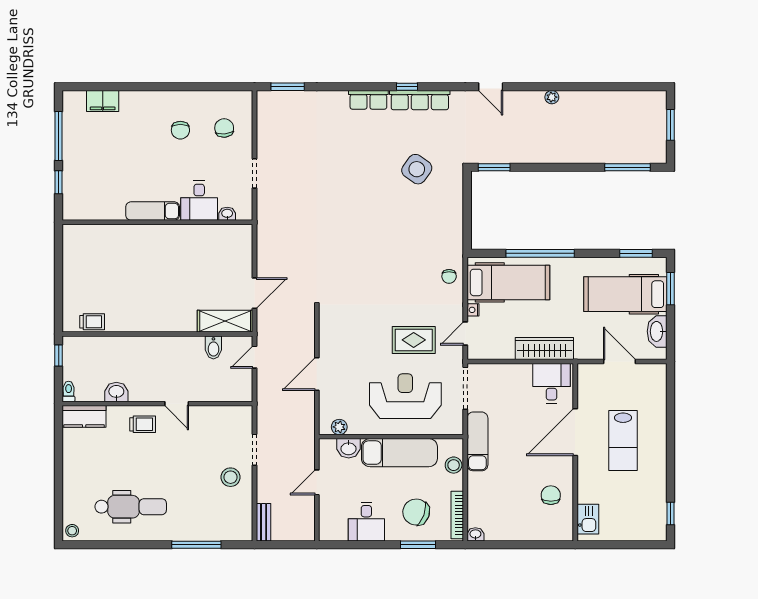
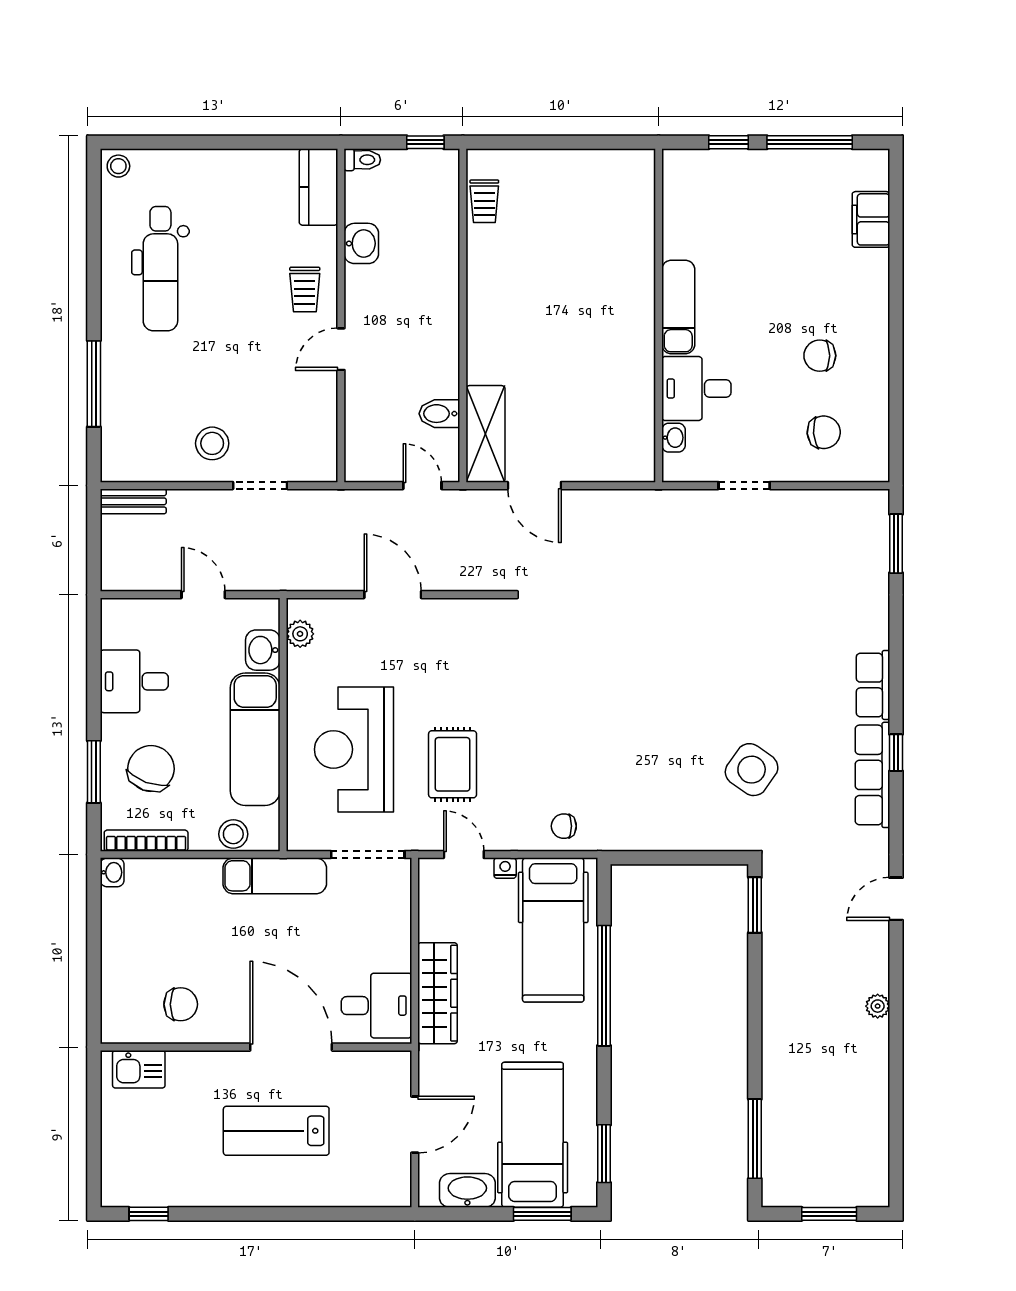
reception desk: (405, 396) -> (354, 749), turned 180

